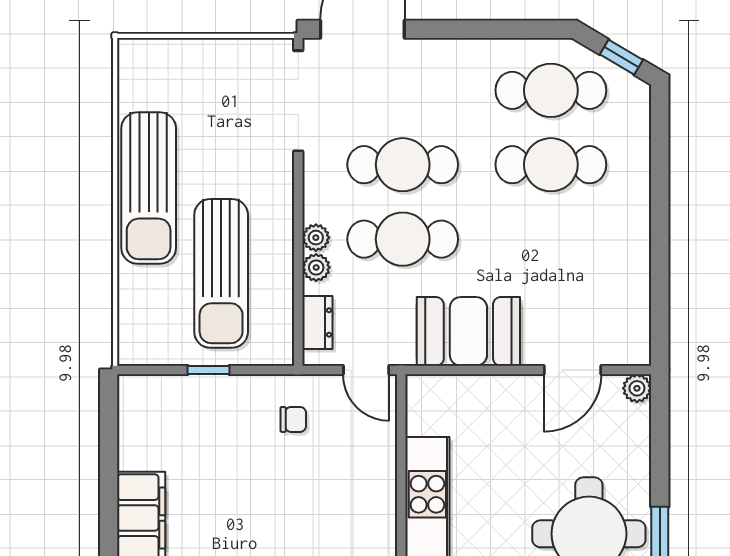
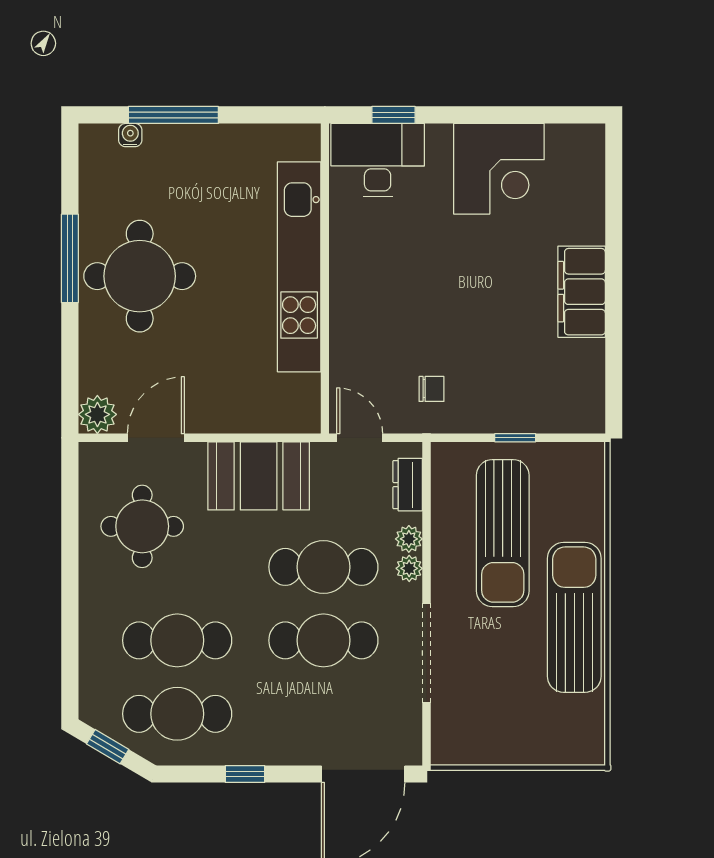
window: (482, 29) -> (245, 774), added
doorway: (298, 101) -> (426, 653), moved
sun lounger: (221, 273) -> (503, 533), turned 180
round table: (586, 280) -> (142, 526), added
plant: (637, 388) -> (97, 414), width x1.38, depth x1.38
chair: (293, 419) -> (432, 389), turned 180

